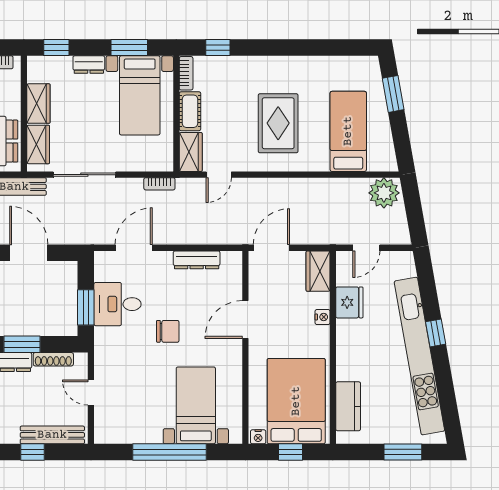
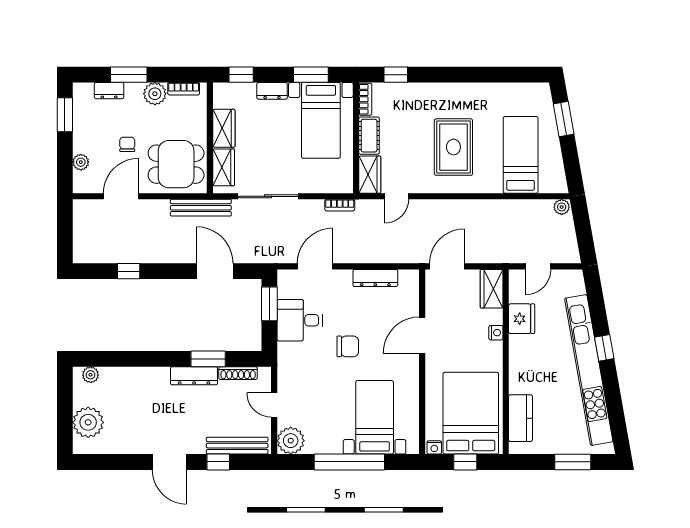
plant: (384, 193) -> (562, 207), width x0.53, depth x0.53
window: (86, 307) -> (269, 304), moved
plant: (108, 430) -> (291, 441), added

